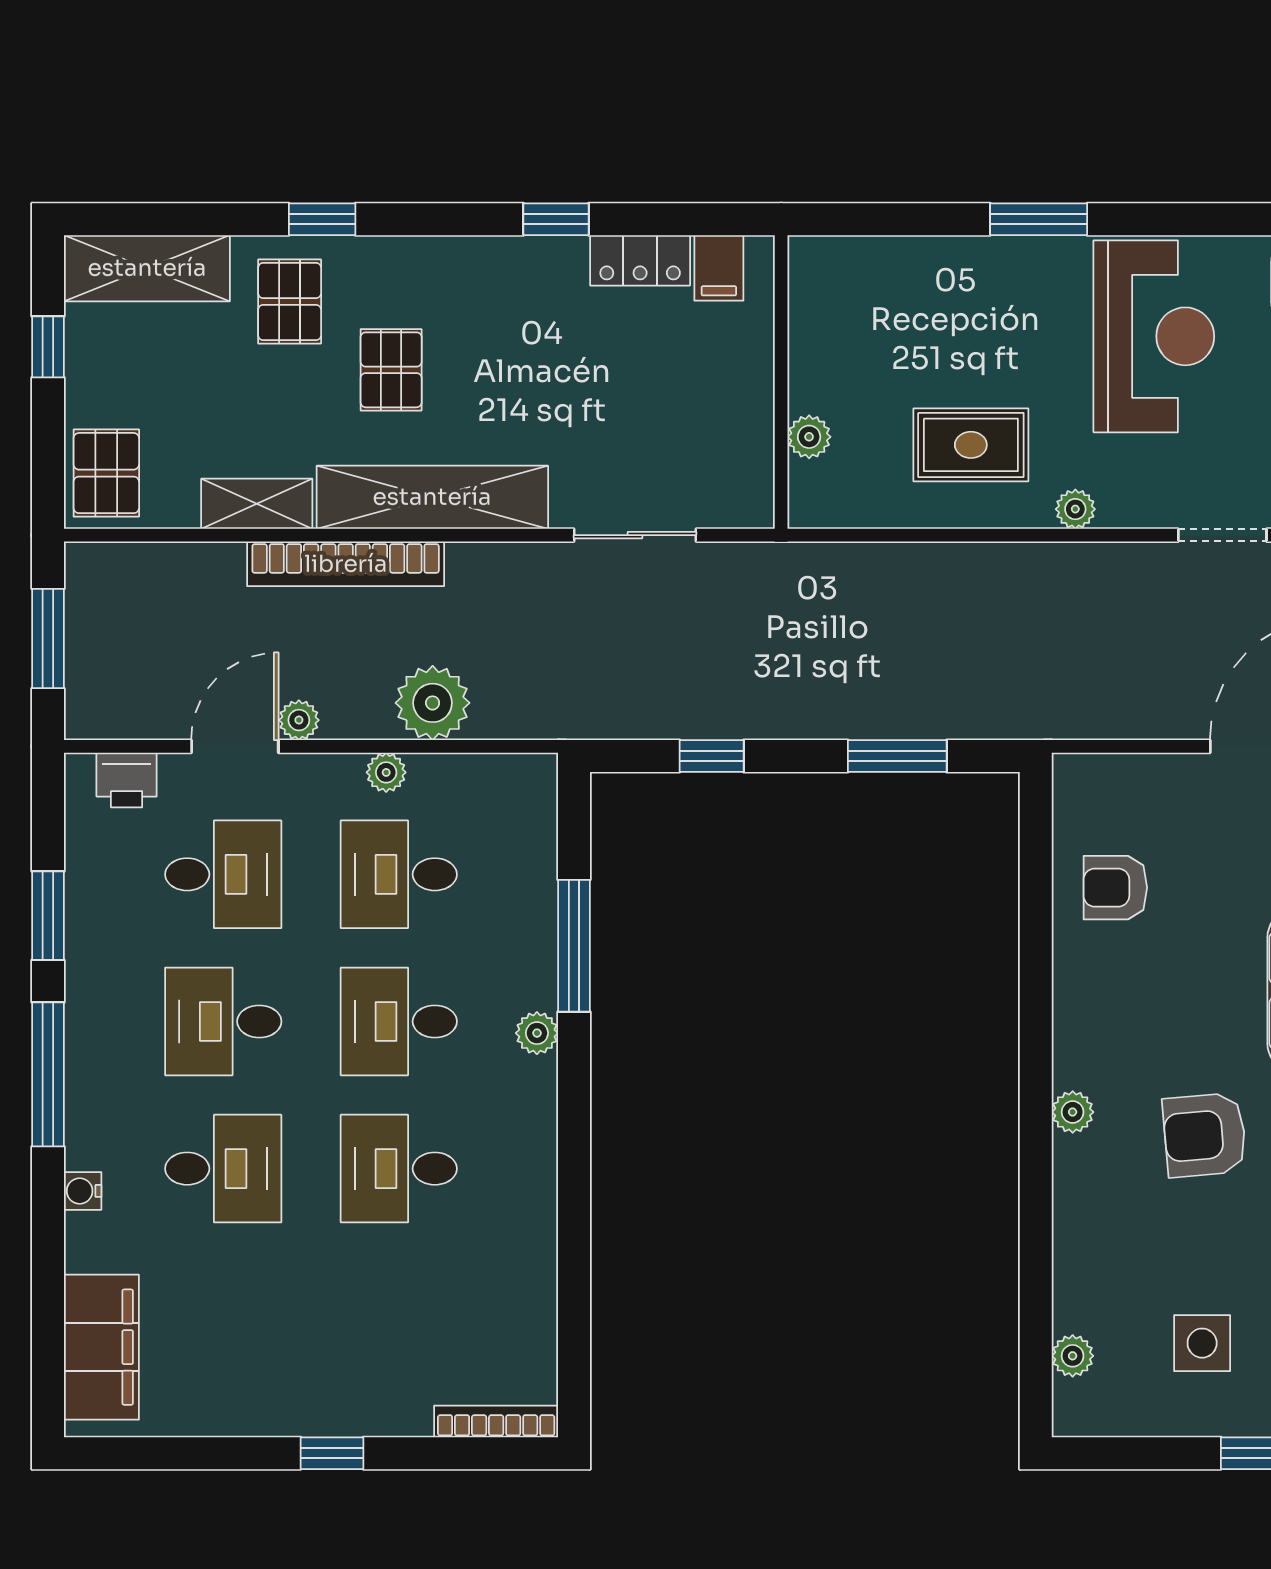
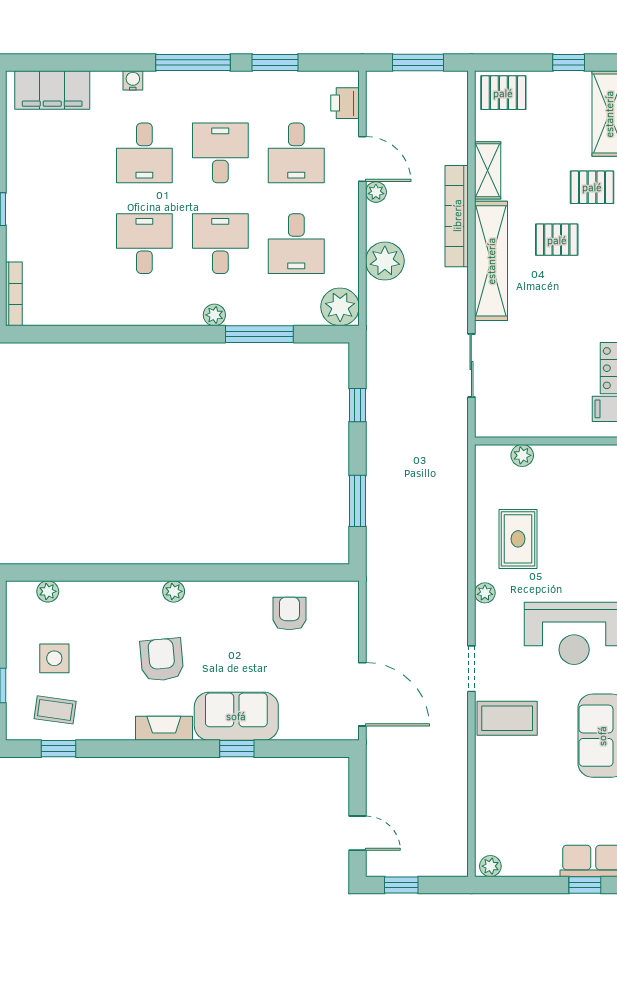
plant: (386, 772) -> (340, 307), moved, width x1.88, depth x1.88
desk: (399, 874) -> (296, 244), turned 180

